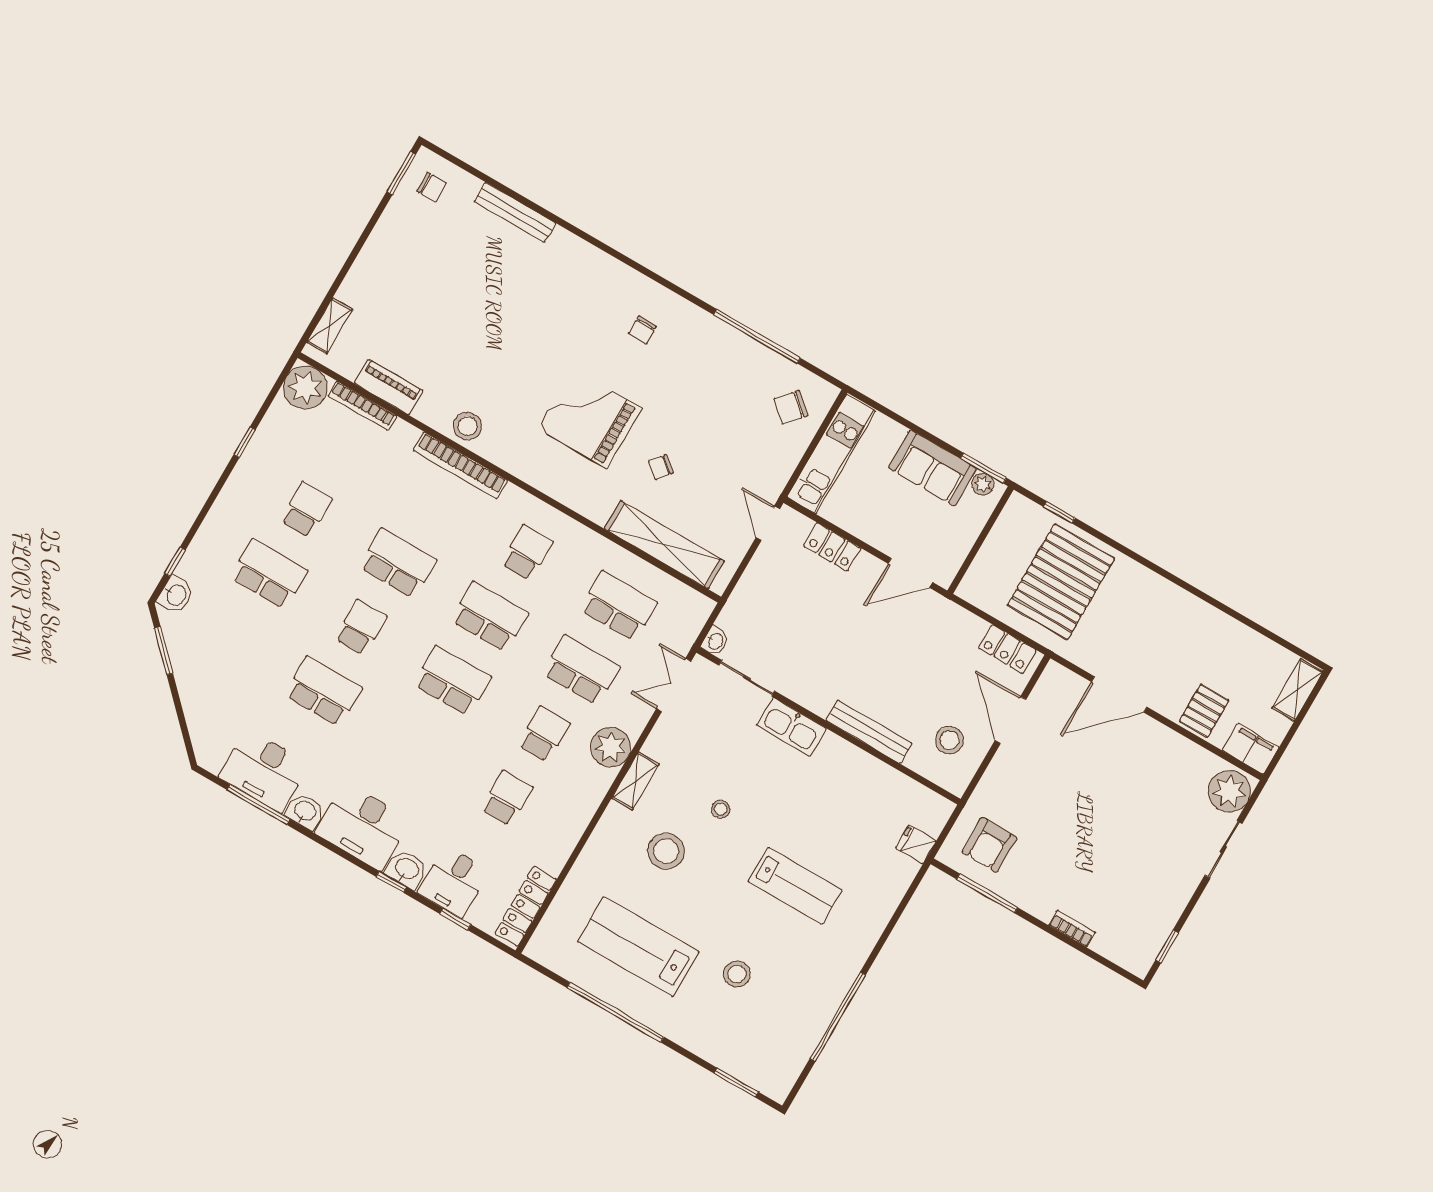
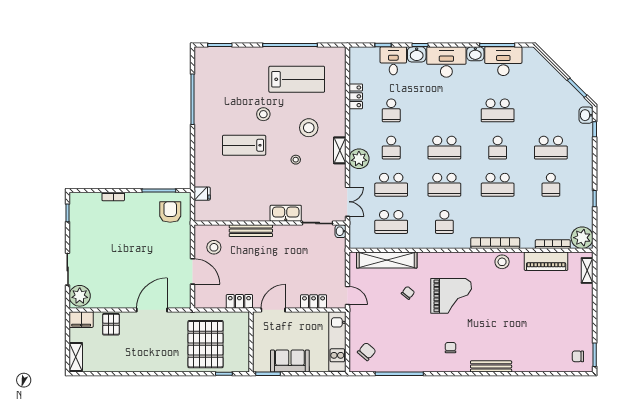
bench: (515, 212) -> (491, 366), moved
piano: (389, 387) -> (546, 261), width x1.37, depth x1.33
plant: (983, 484) -> (264, 367), removed
locker: (1007, 649) -> (239, 301), moved
locker: (526, 906) -> (356, 96), moved, width x0.66
stool: (737, 974) -> (263, 114), moved

